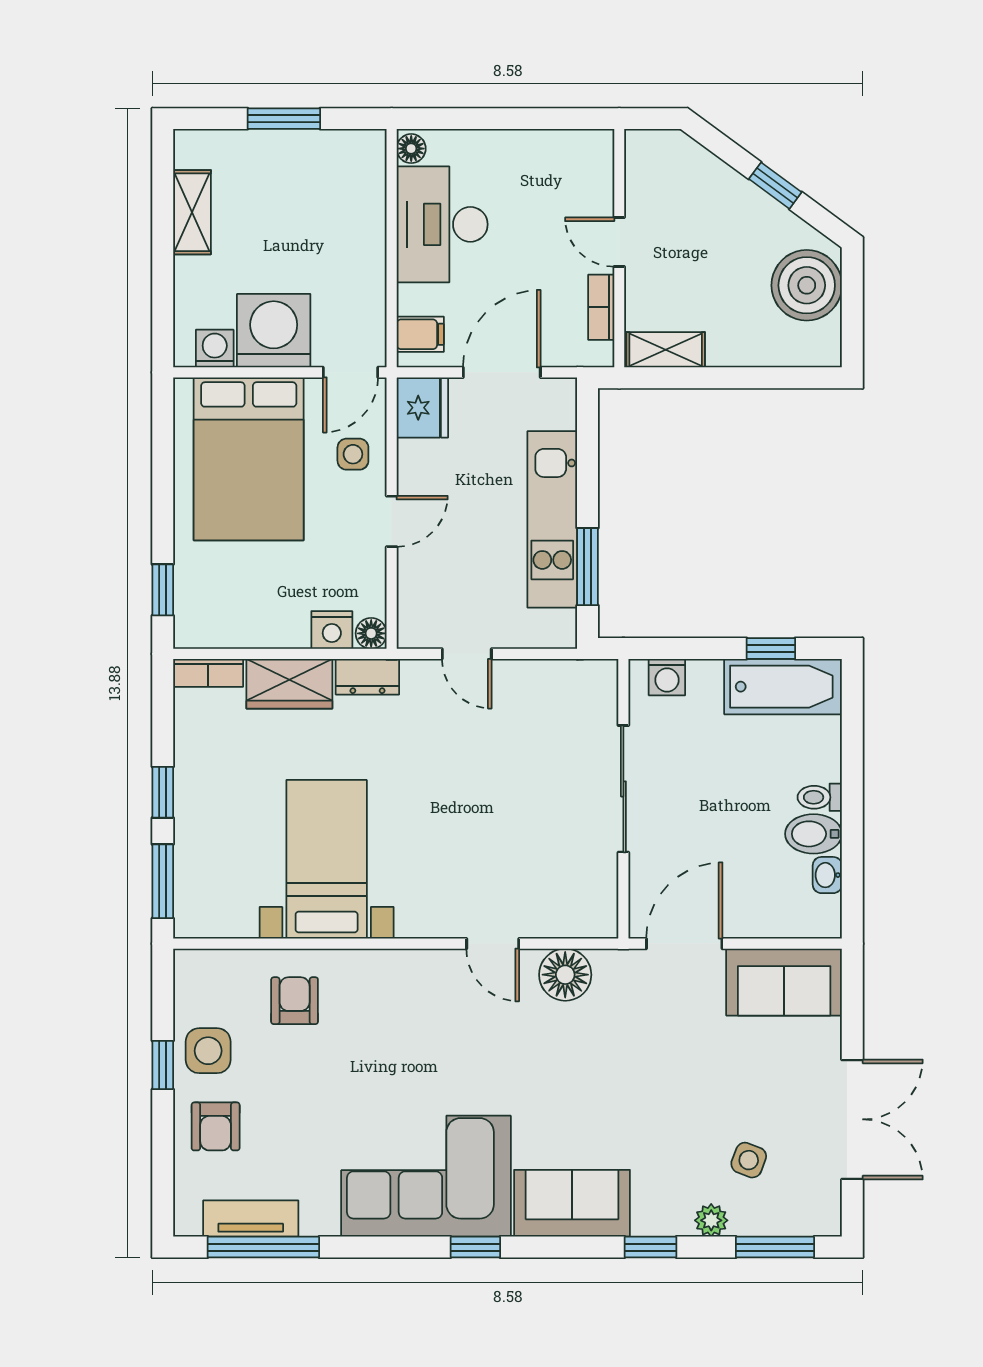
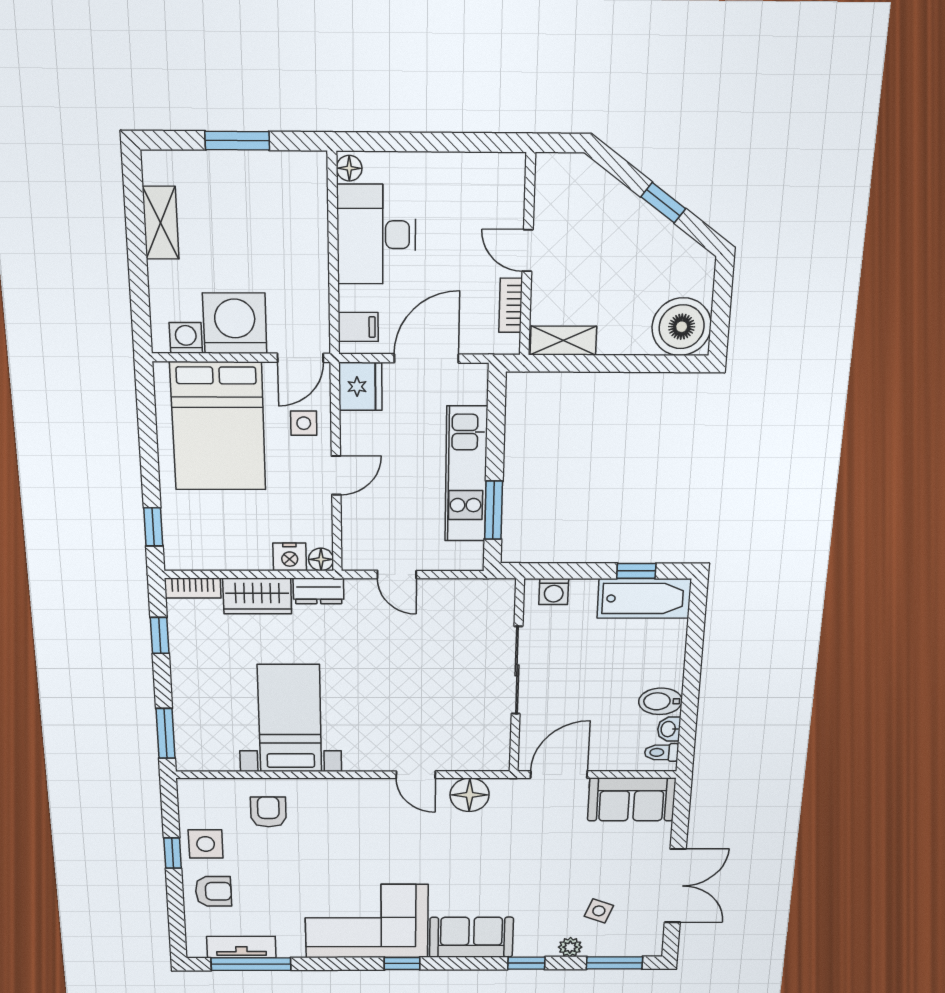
boiler: (807, 285) -> (682, 327), moved
window: (163, 792) -> (160, 636), moved
toilet: (820, 797) -> (661, 752), moved
armchair: (216, 1126) -> (213, 891), turned -90

